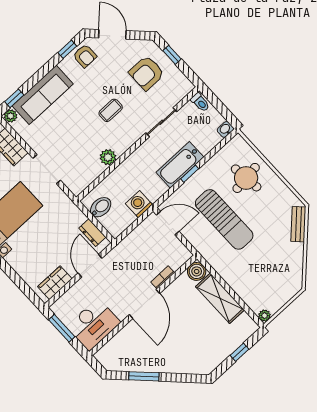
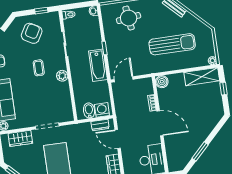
window: (172, 55) -> (41, 11), moved
armchair: (147, 73) -> (32, 33), turned -150
plant: (108, 157) -> (62, 76), moved
bathtub: (180, 165) -> (98, 65), moved
washing machine: (139, 204) -> (102, 110), moved, turned 90
sun lounger: (224, 219) -> (172, 44), moved
shelving: (220, 298) -> (202, 77), moved

